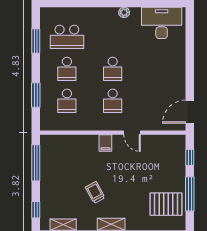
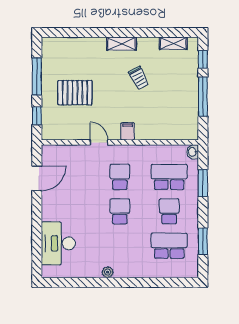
desk: (162, 23) -> (58, 243), moved, turned 90
school desk: (67, 101) -> (169, 177), width x1.85
door: (190, 112) -> (37, 178), moved
washbasin: (45, 124) -> (193, 152), added
window: (36, 163) -> (203, 97), moved
pallet: (166, 204) -> (75, 93), moved

